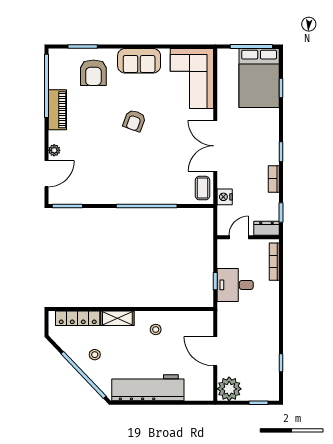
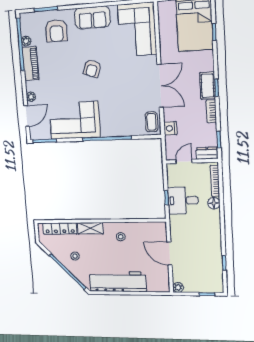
plant: (54, 82) -> (26, 41), added
double door: (215, 146) -> (160, 86), swing flipped
cot: (271, 149) -> (207, 86), added
corner sofa: (108, 182) -> (75, 120), added
floor lamp: (272, 289) -> (214, 203), added
plant: (229, 389) -> (178, 287), width x0.53, depth x0.53

